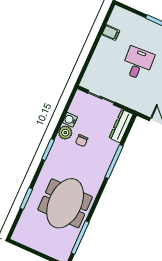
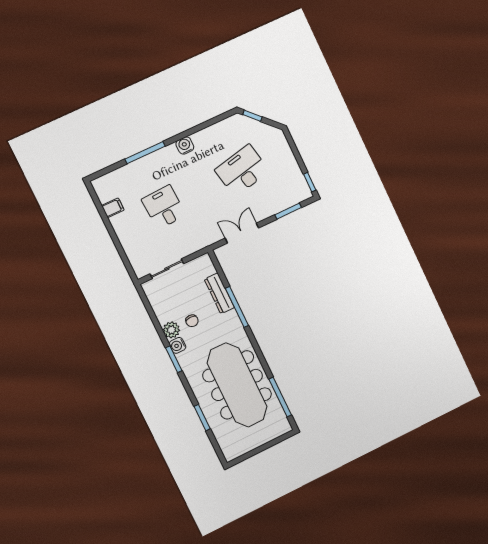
water cooler: (70, 120) -> (178, 345), moved
dresser: (121, 126) -> (219, 293), moved
meeting table: (65, 203) -> (237, 385), width x1.36

